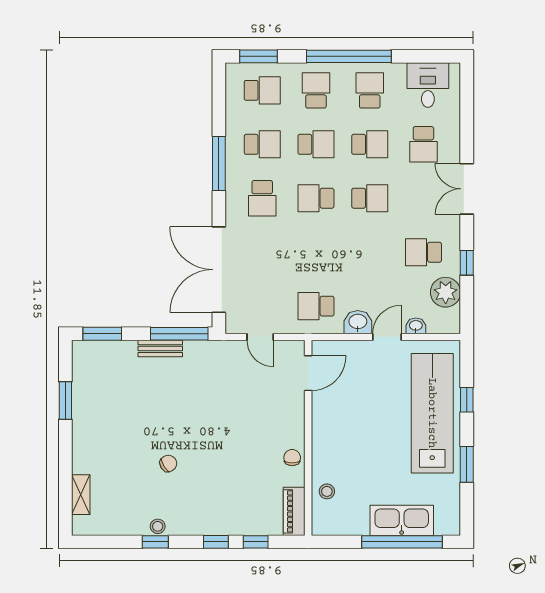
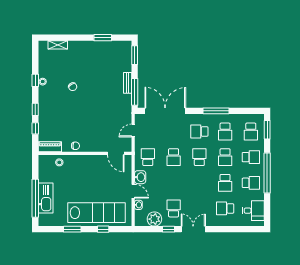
double door: (467, 189) -> (193, 229), moved
school desk: (370, 198) -> (174, 157), moved

